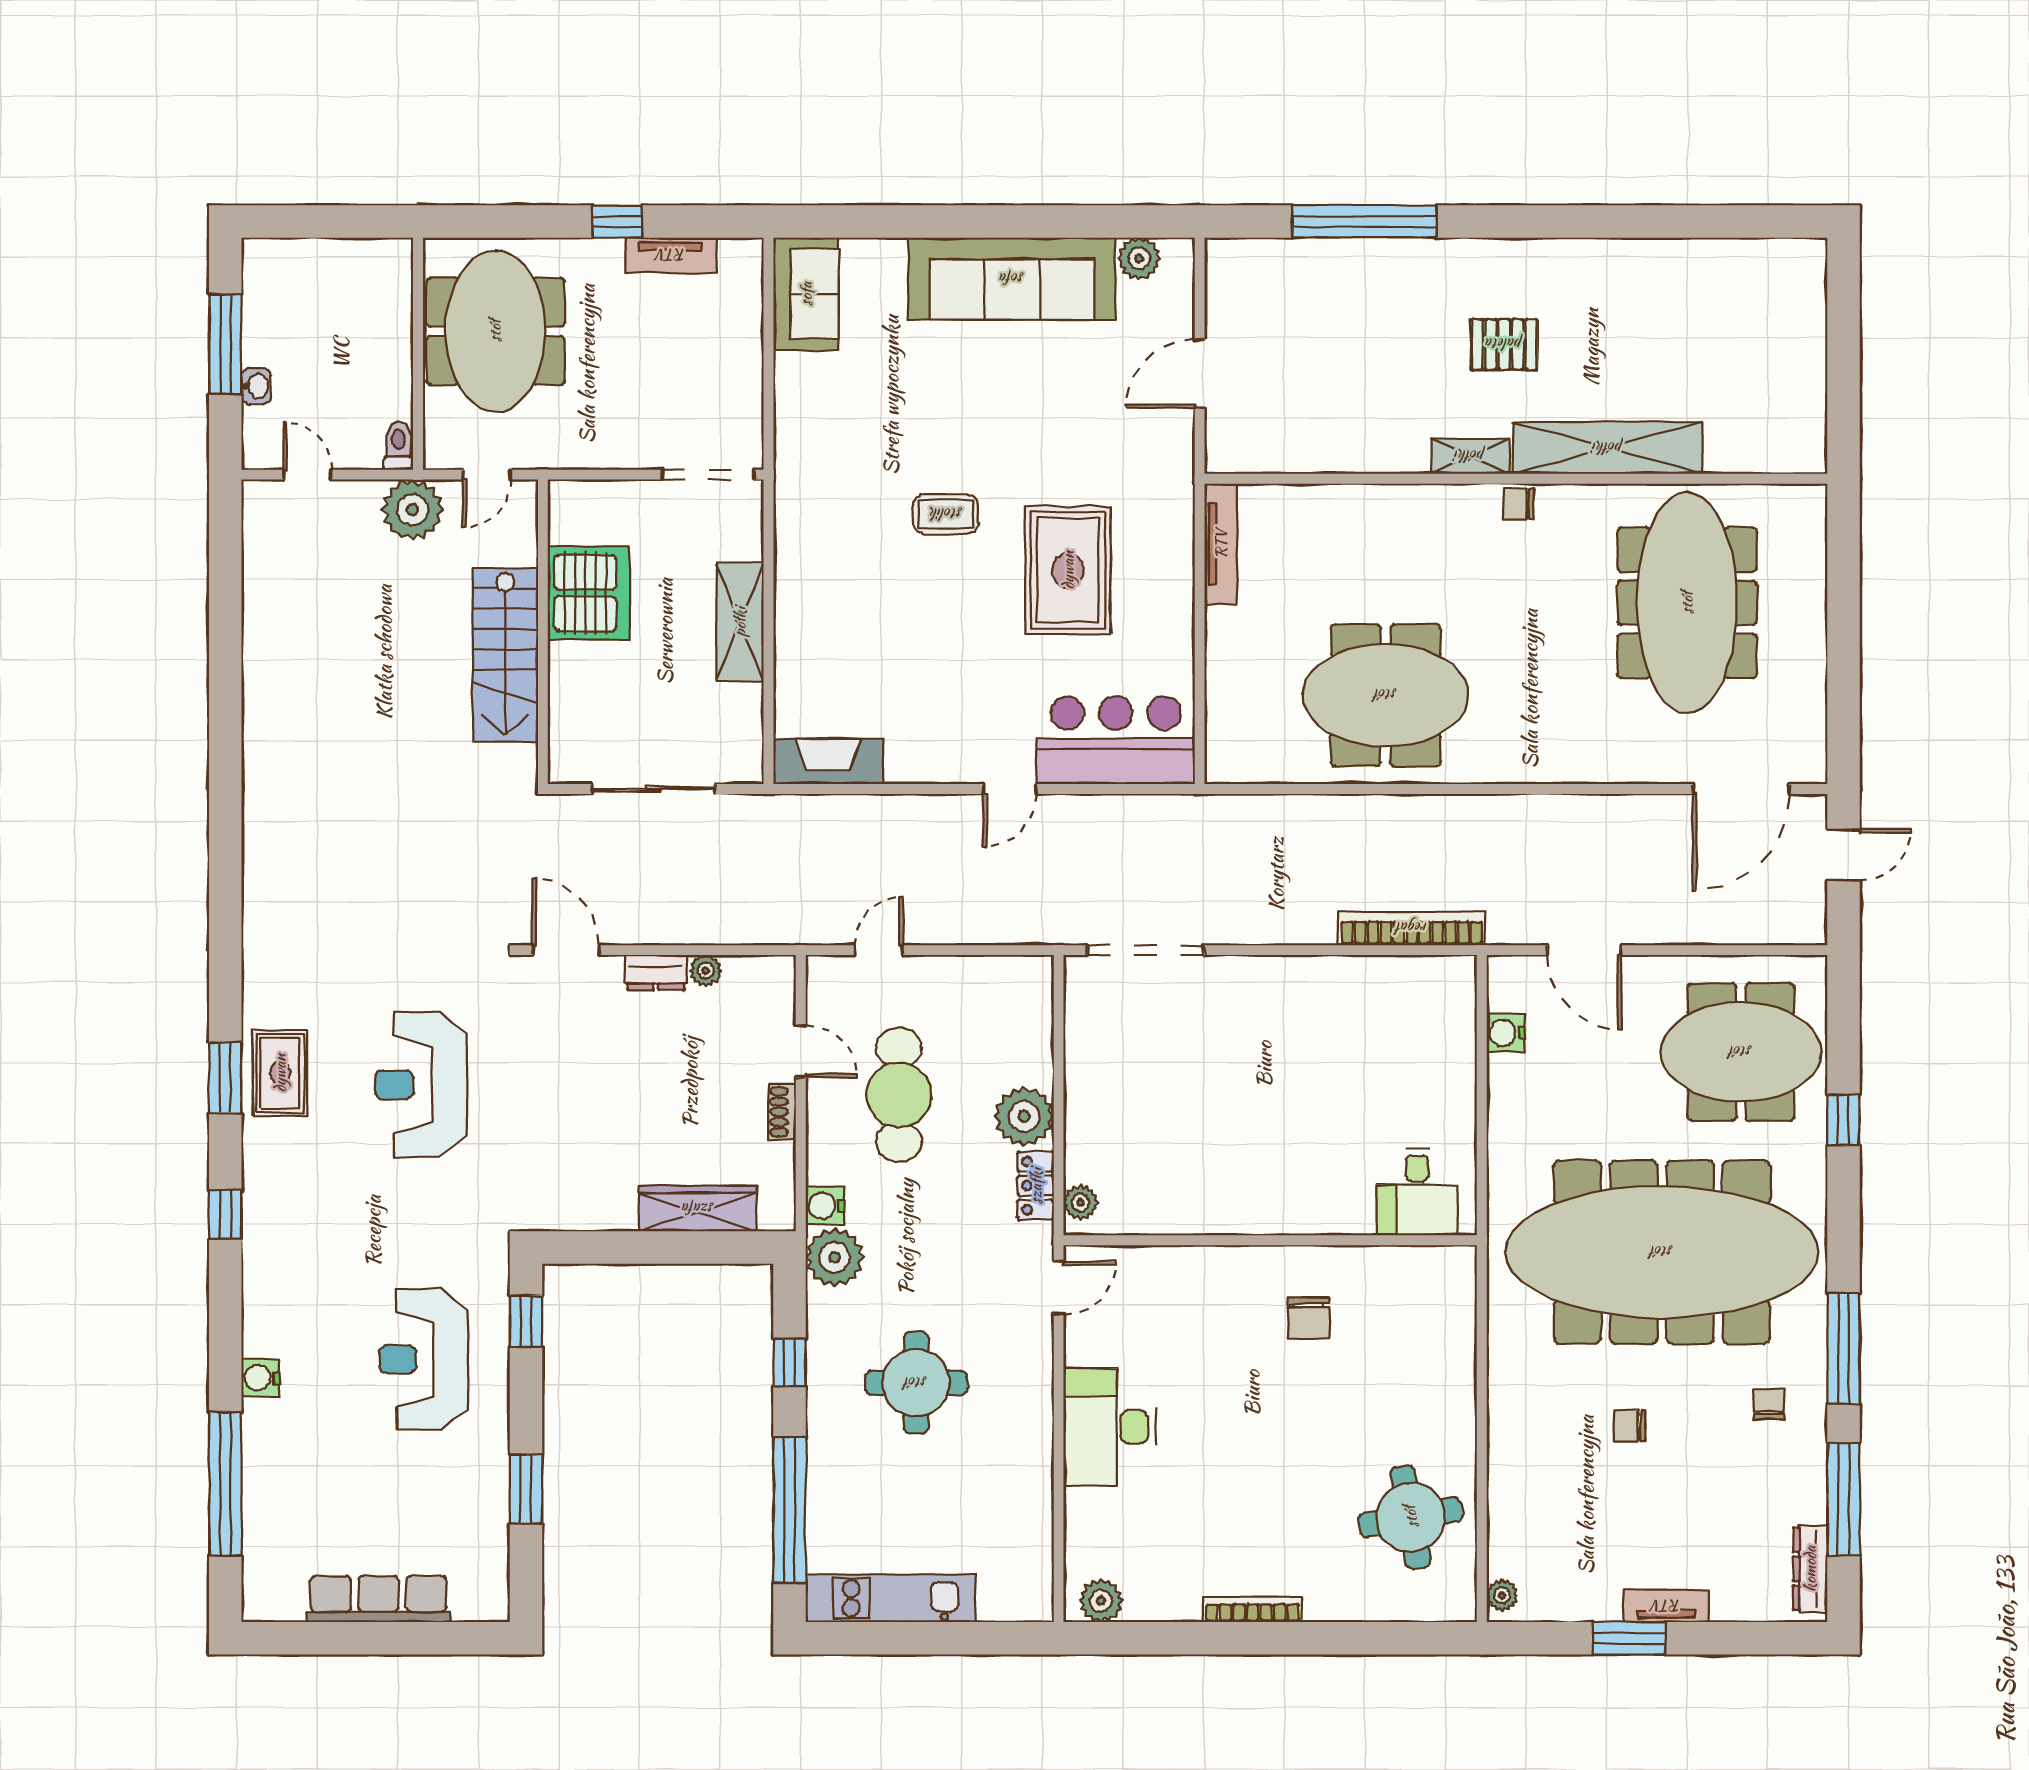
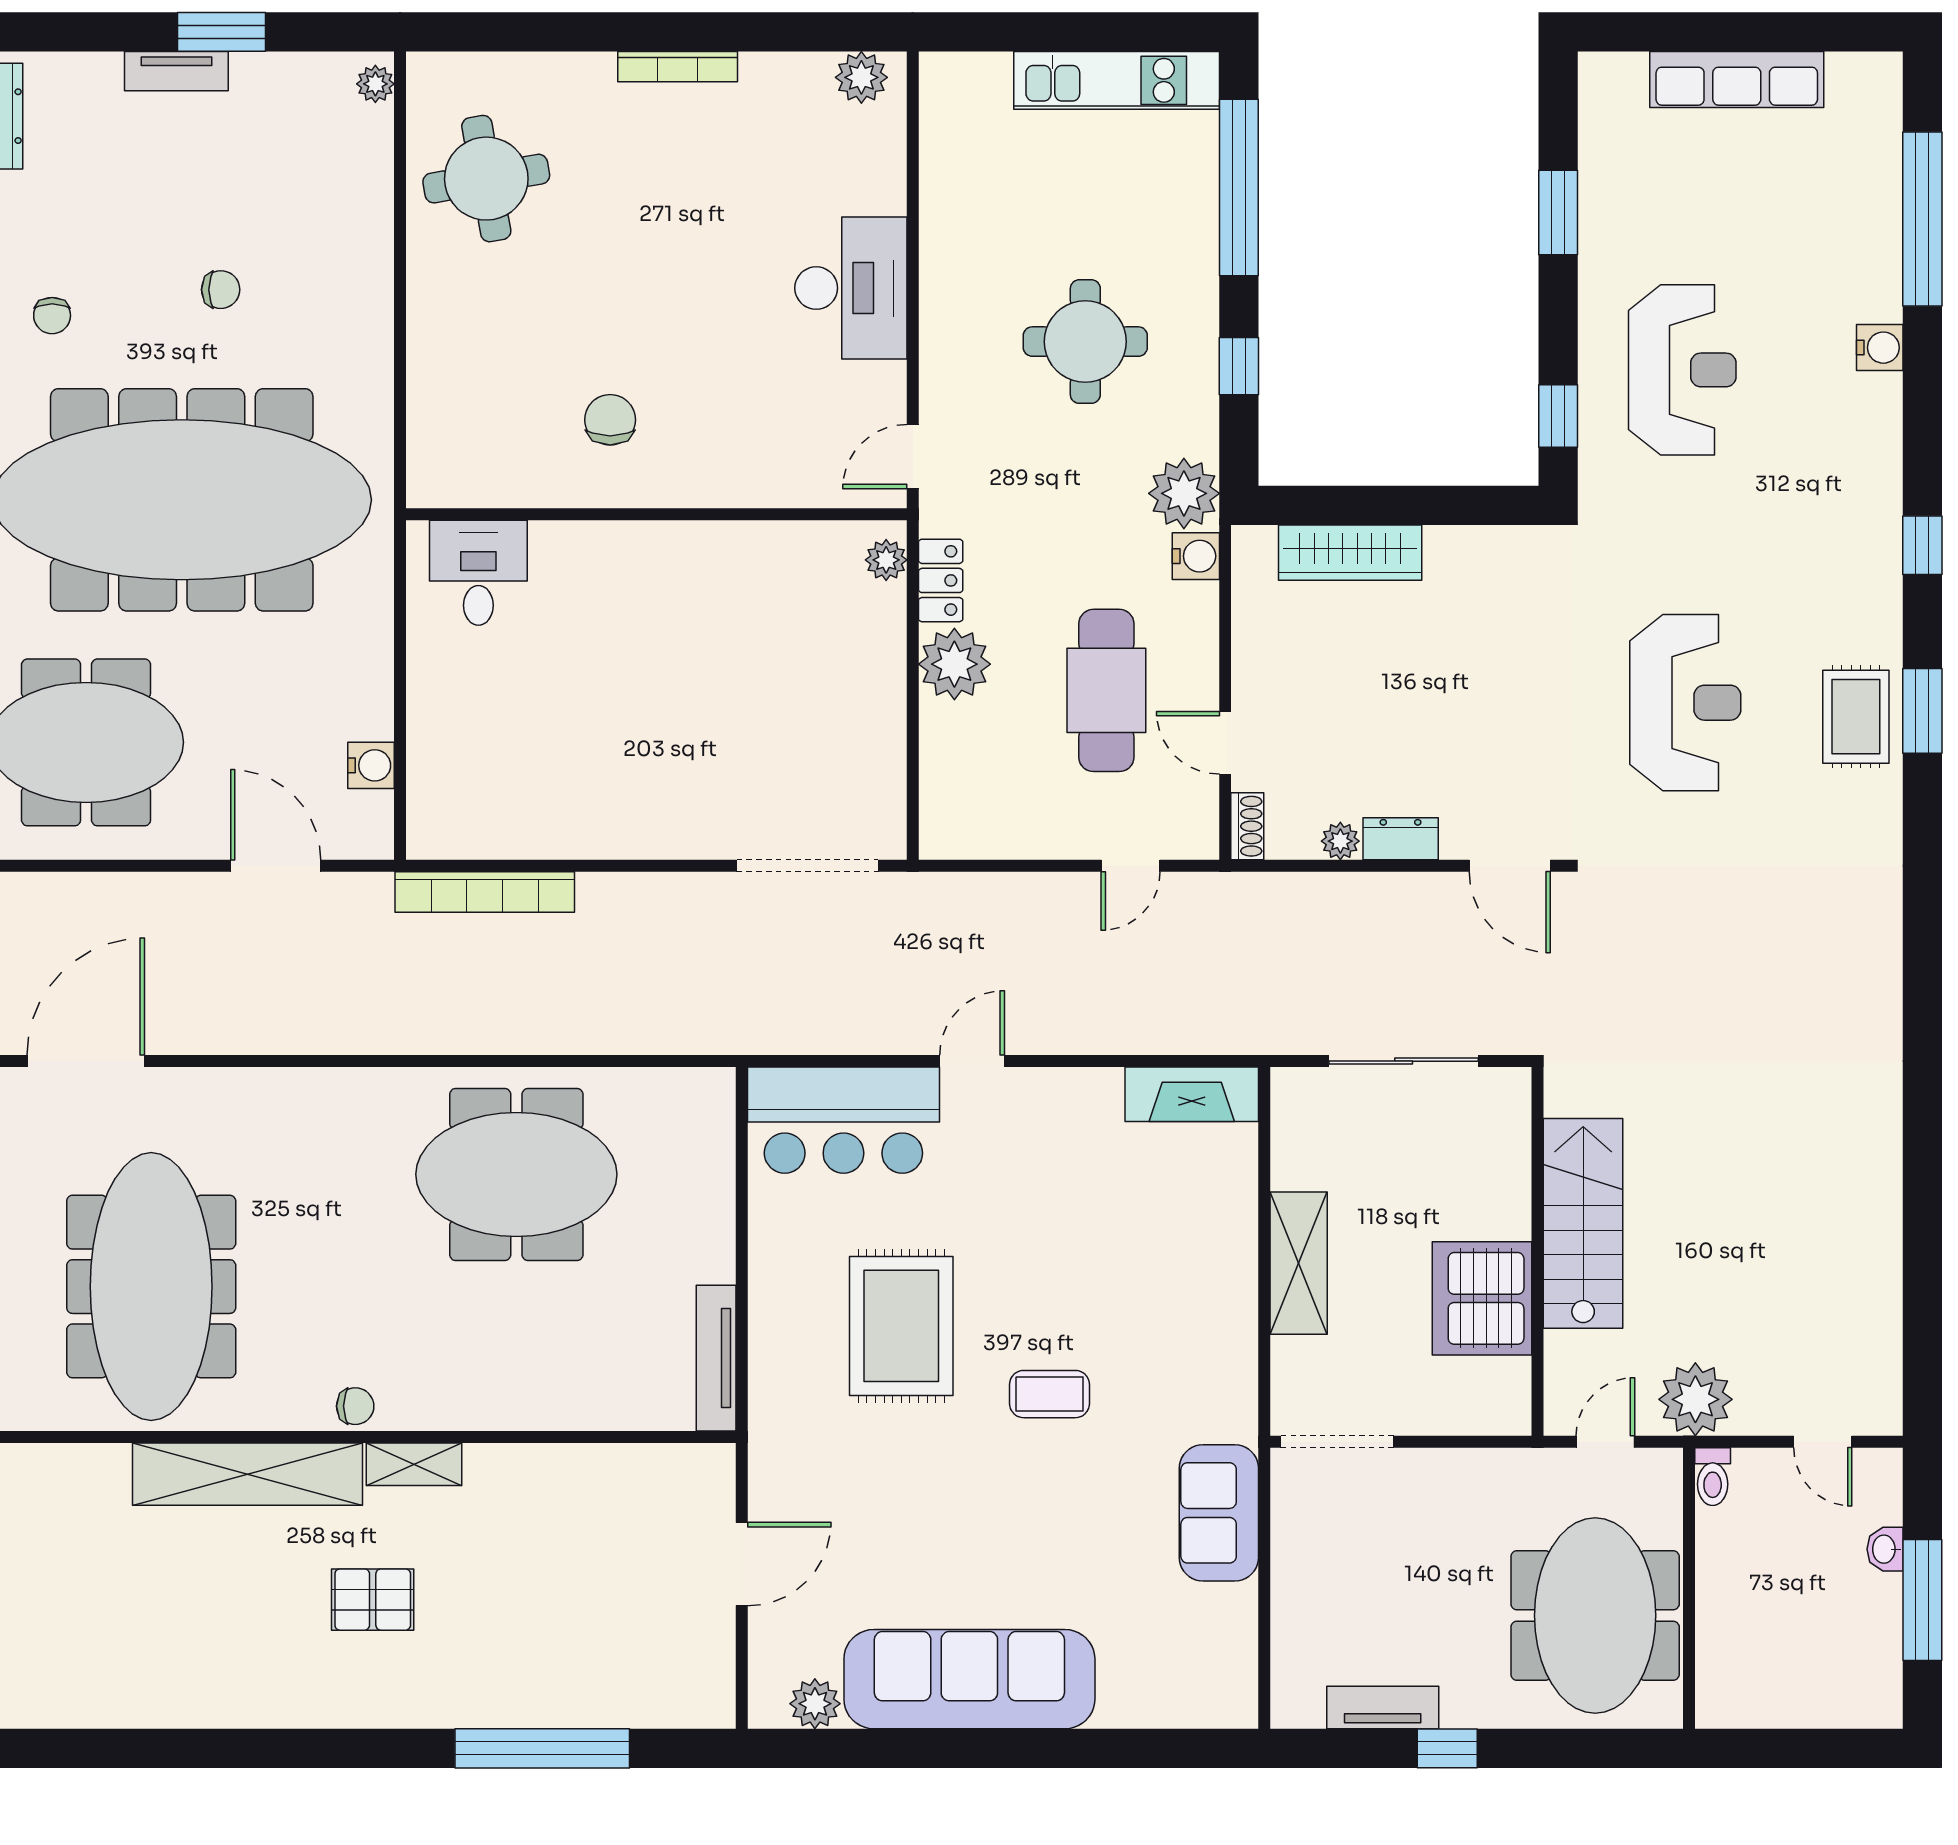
sofa: (806, 294) -> (1219, 1513), moved
shoe rack: (782, 1112) -> (1247, 826), moved

